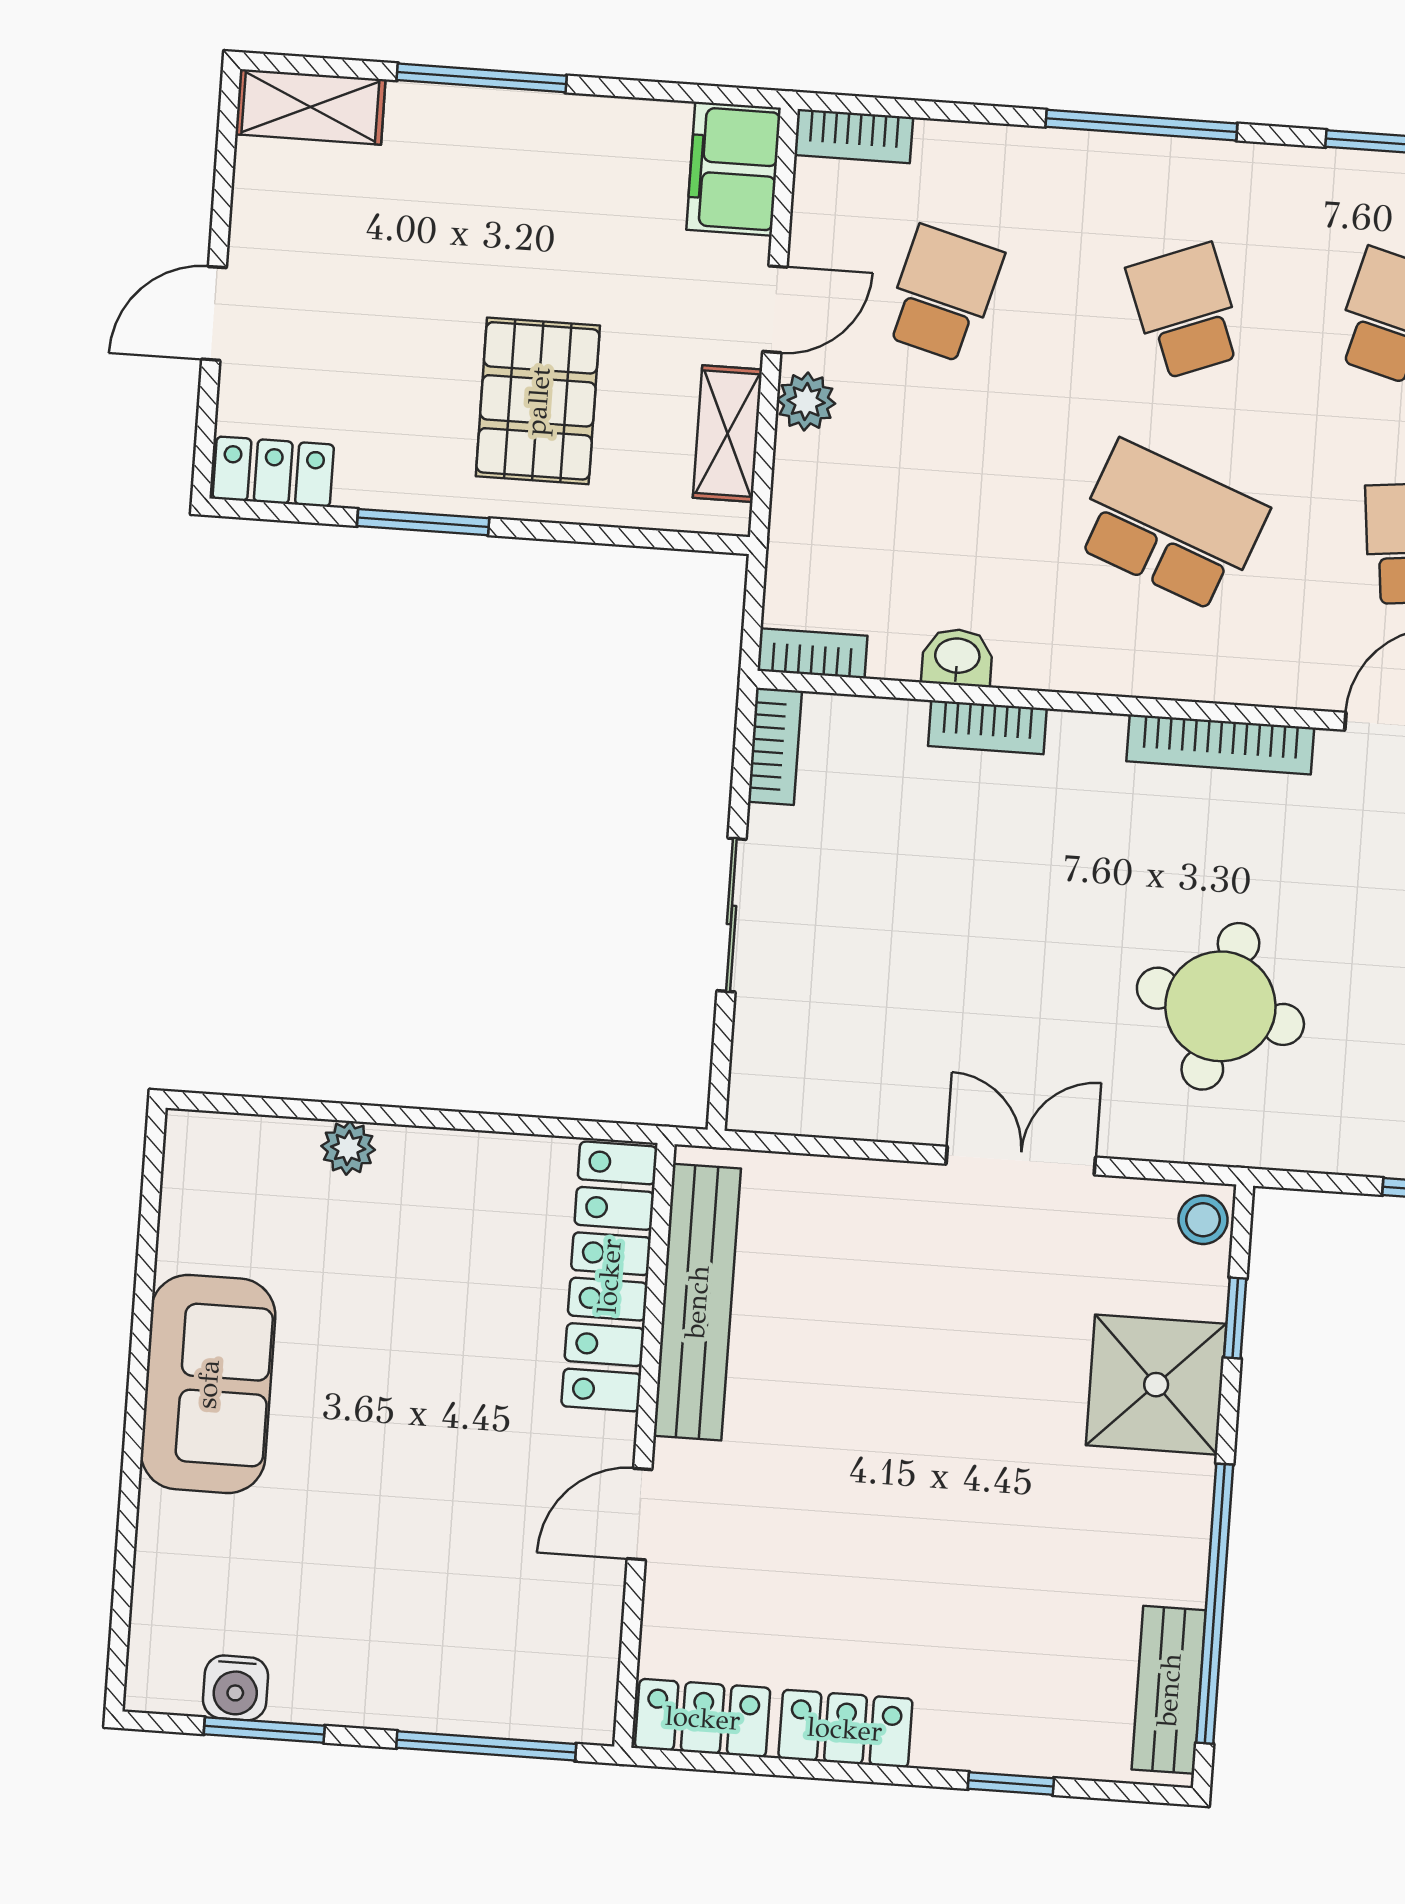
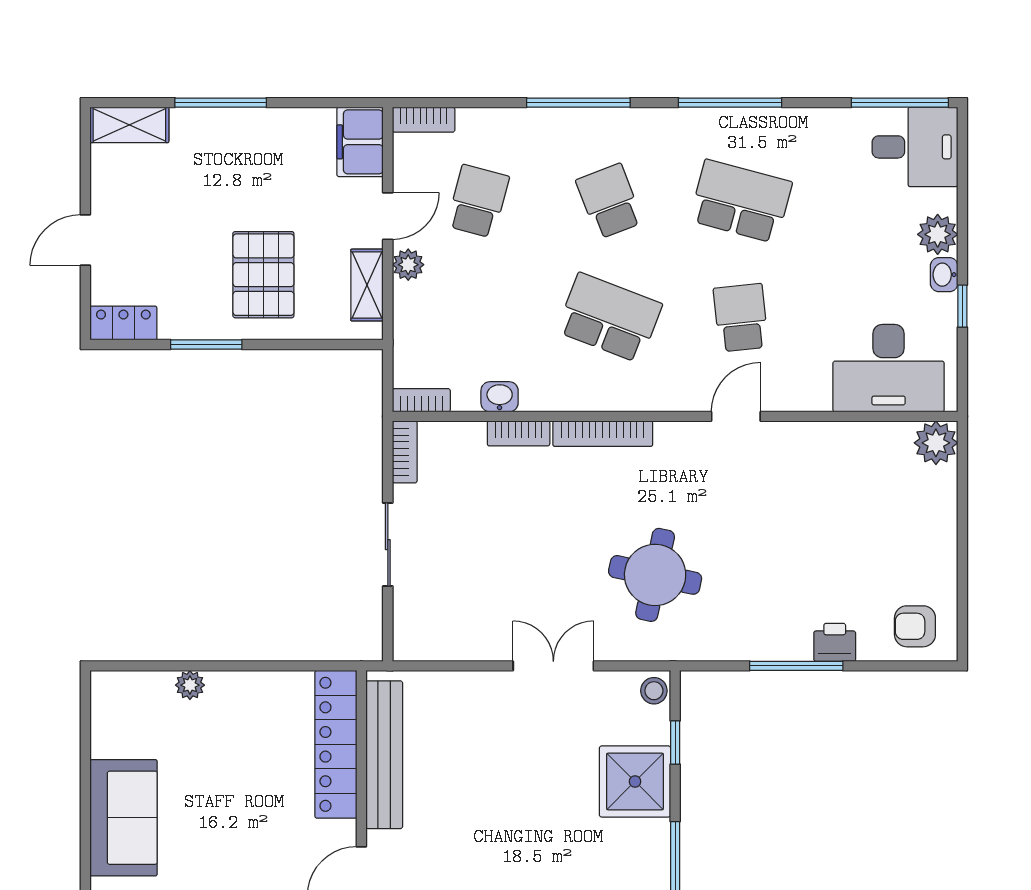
bookcase: (1220, 745) -> (603, 434), moved

